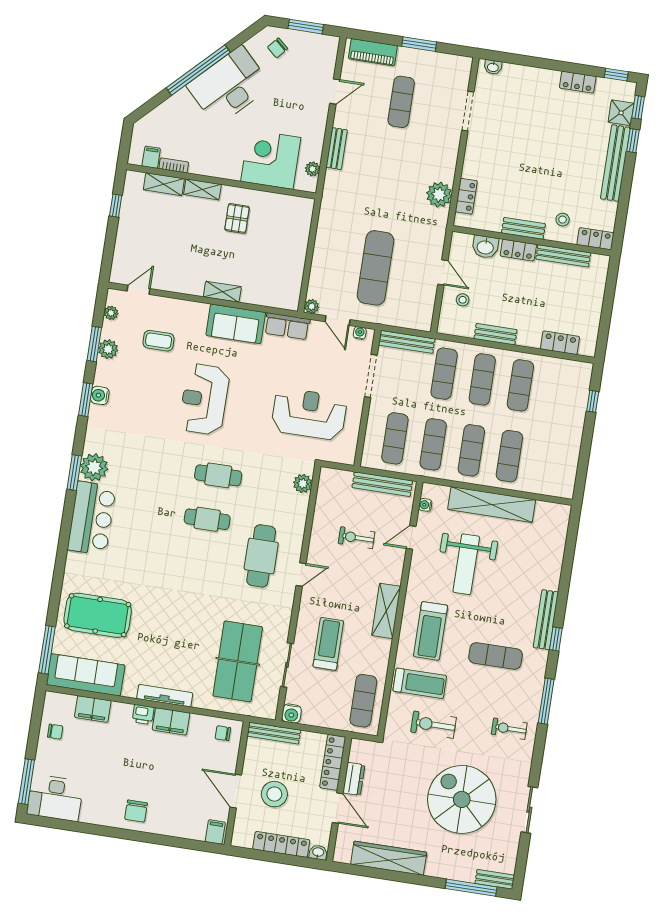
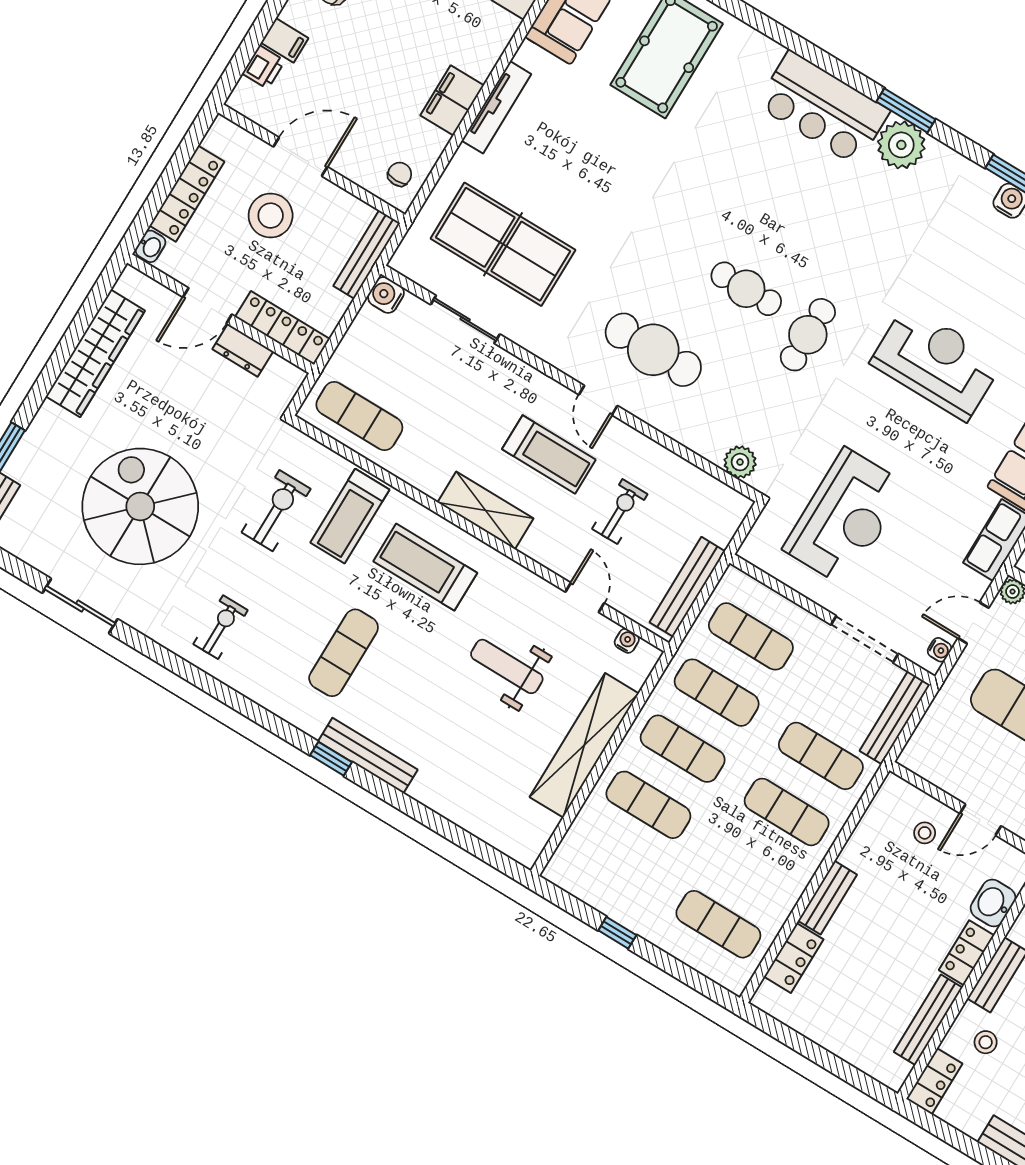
bench: (495, 334) -> (828, 898), moved
exercise mat: (520, 385) -> (718, 924), moved
window: (593, 401) -> (617, 933), moved
cafe table: (207, 519) -> (746, 289), turned 90
weight bench: (466, 564) -> (507, 666), width x0.73, depth x0.75
treadmill: (328, 644) -> (549, 454), moved
window: (546, 701) -> (240, 703), removed
printer: (143, 715) -> (264, 67), moved, turned 180
spiral stairs: (462, 799) -> (140, 506), turned -90
filing cabinet: (215, 832) -> (285, 40), moved

